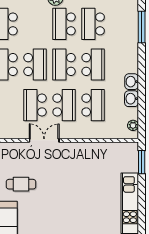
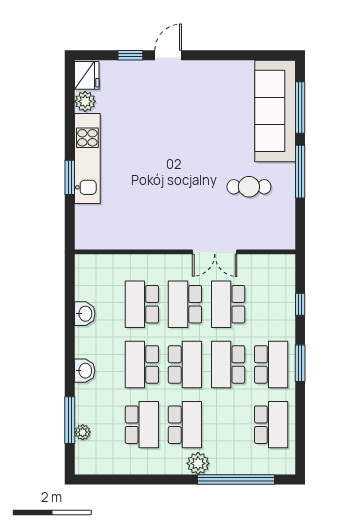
washbasin: (132, 82) -> (85, 371), moved
school desk: (35, 105) -> (228, 304), turned 180
plant: (133, 125) -> (83, 432), moved
window: (142, 162) -> (70, 177), moved

